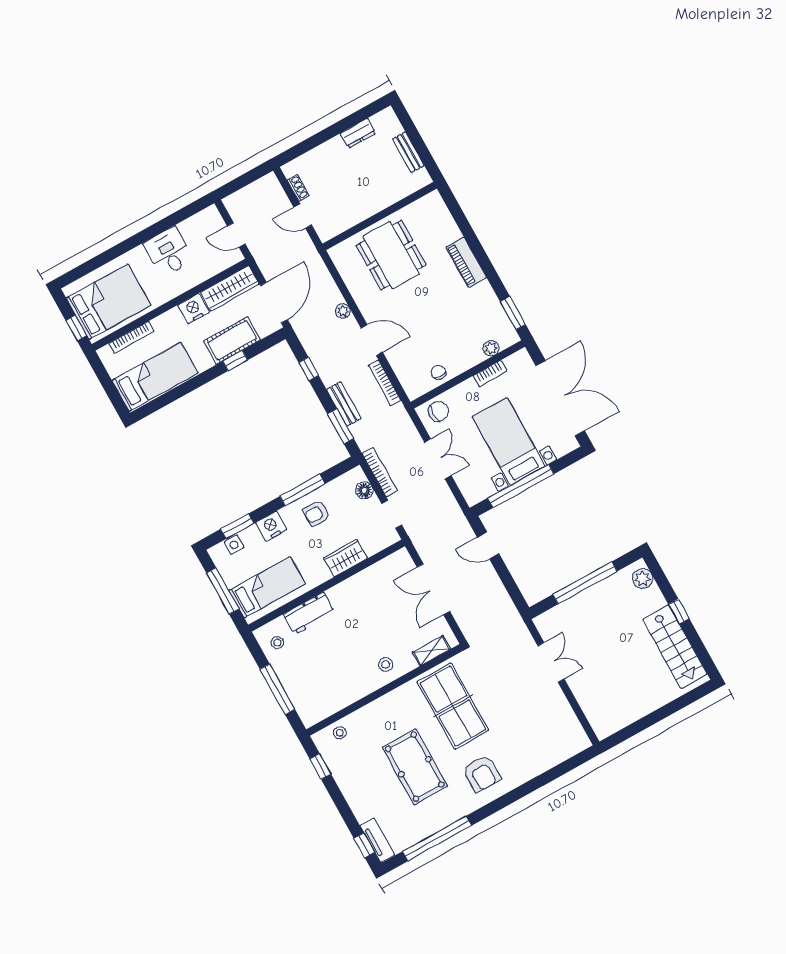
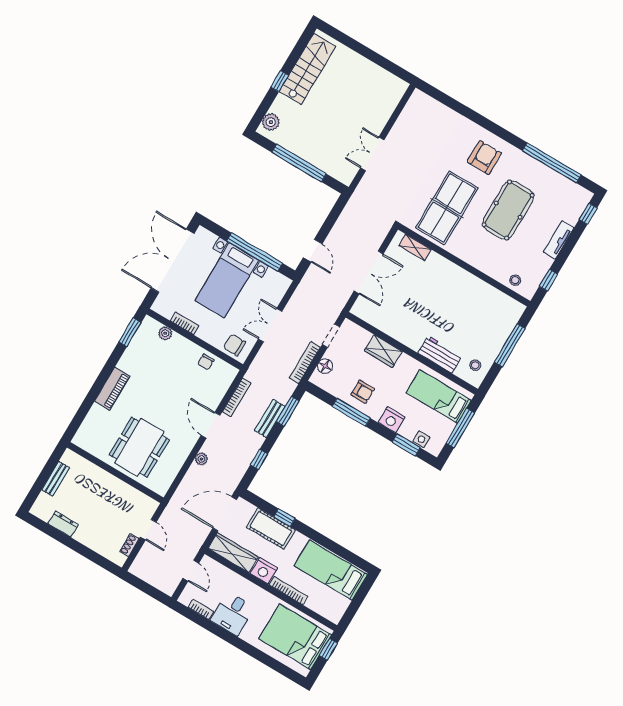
bookcase: (191, 222) -> (201, 609), added
bookcase: (131, 337) -> (288, 591), moved
stool: (386, 664) -> (445, 276), removed
tv unit: (377, 840) -> (559, 240), moved

